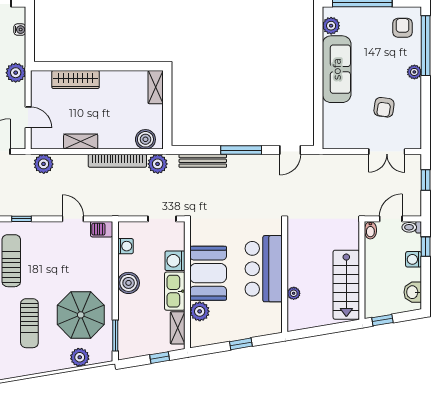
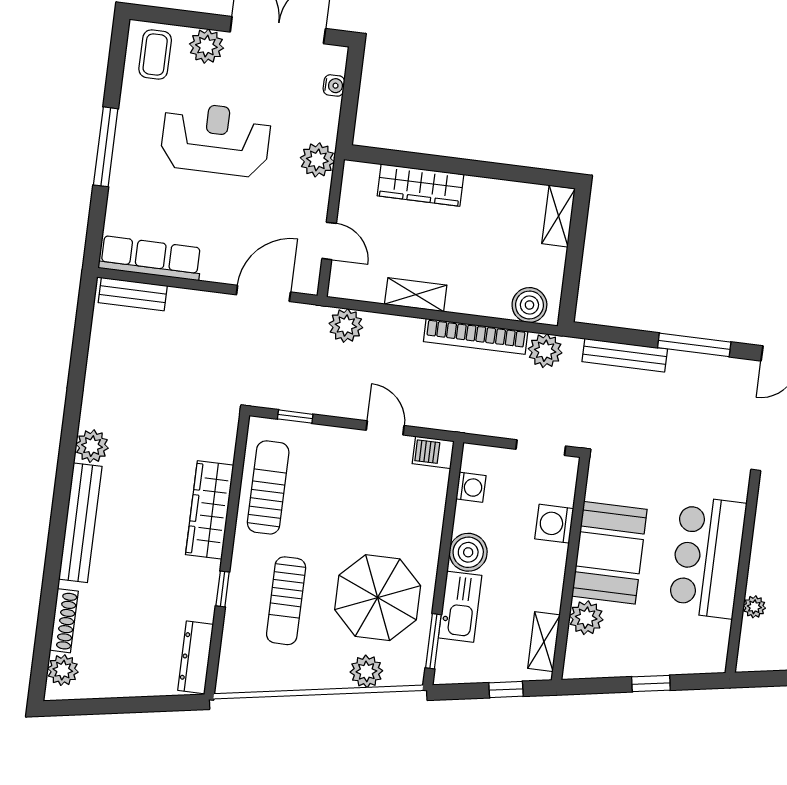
kitchen sink: (175, 291) -> (460, 607), moved, turned 180

